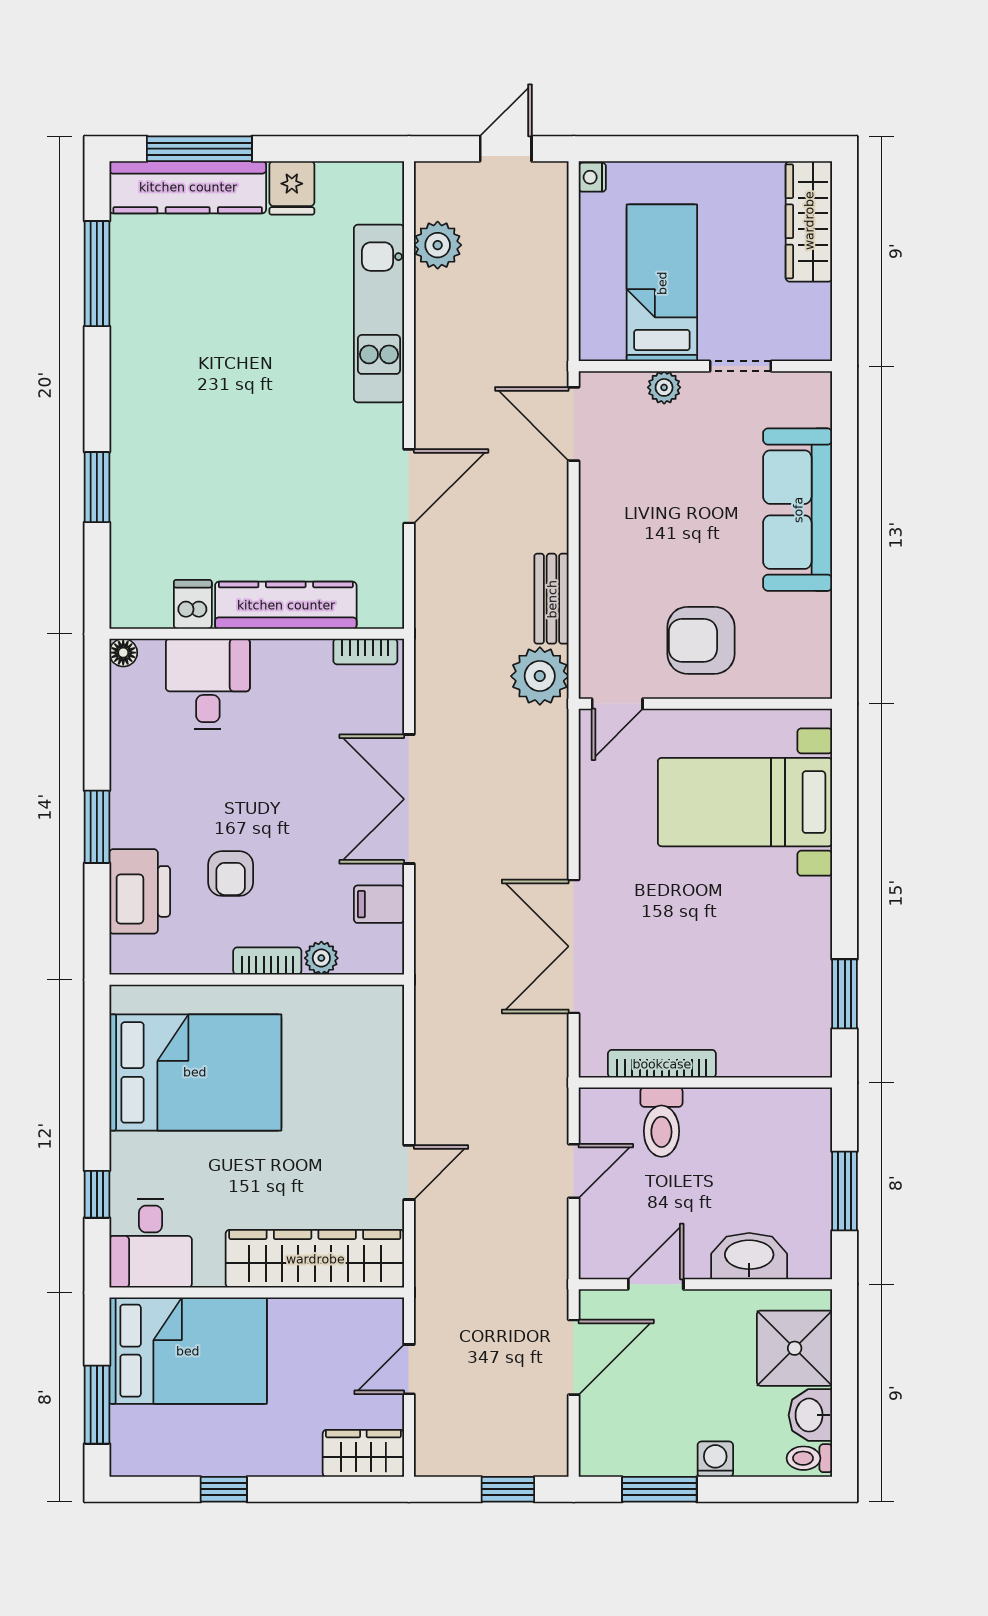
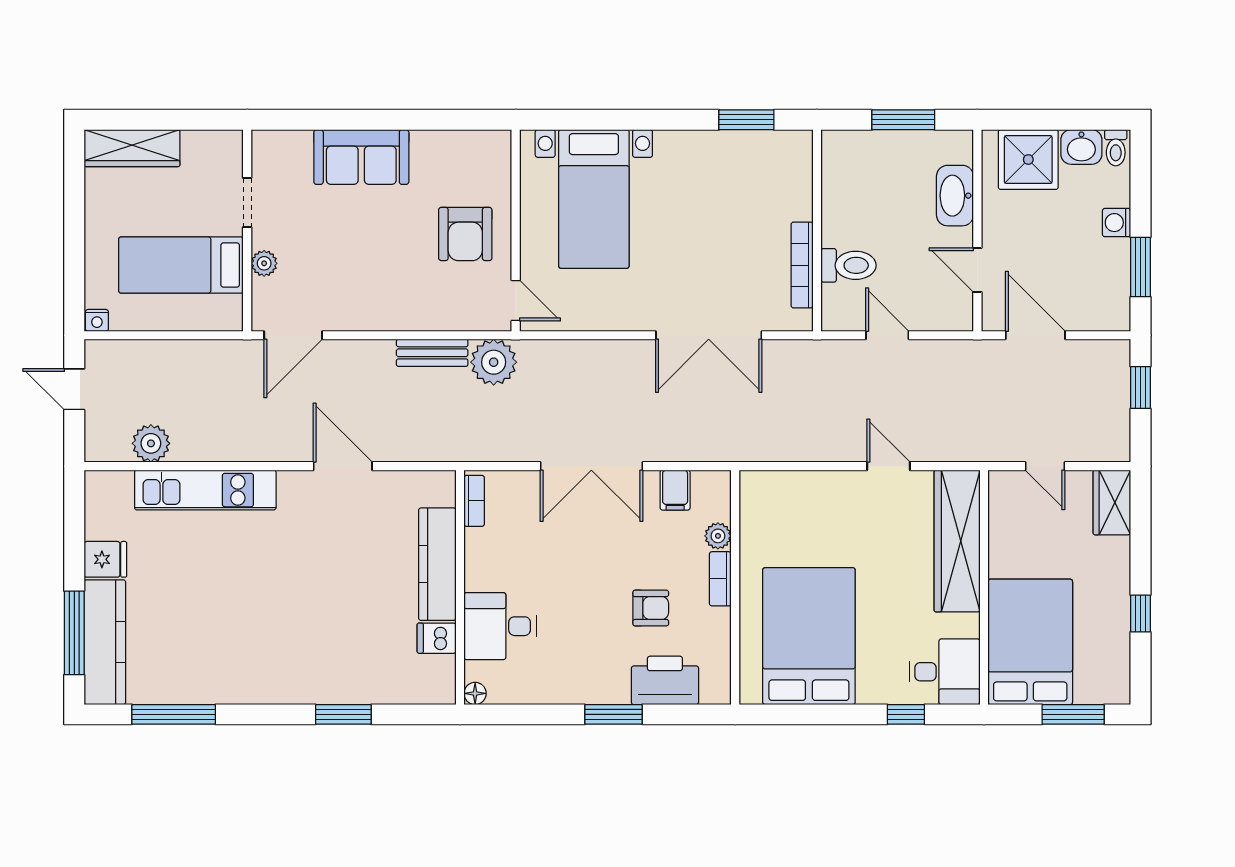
sofa: (798, 510) -> (361, 157), width x0.73

